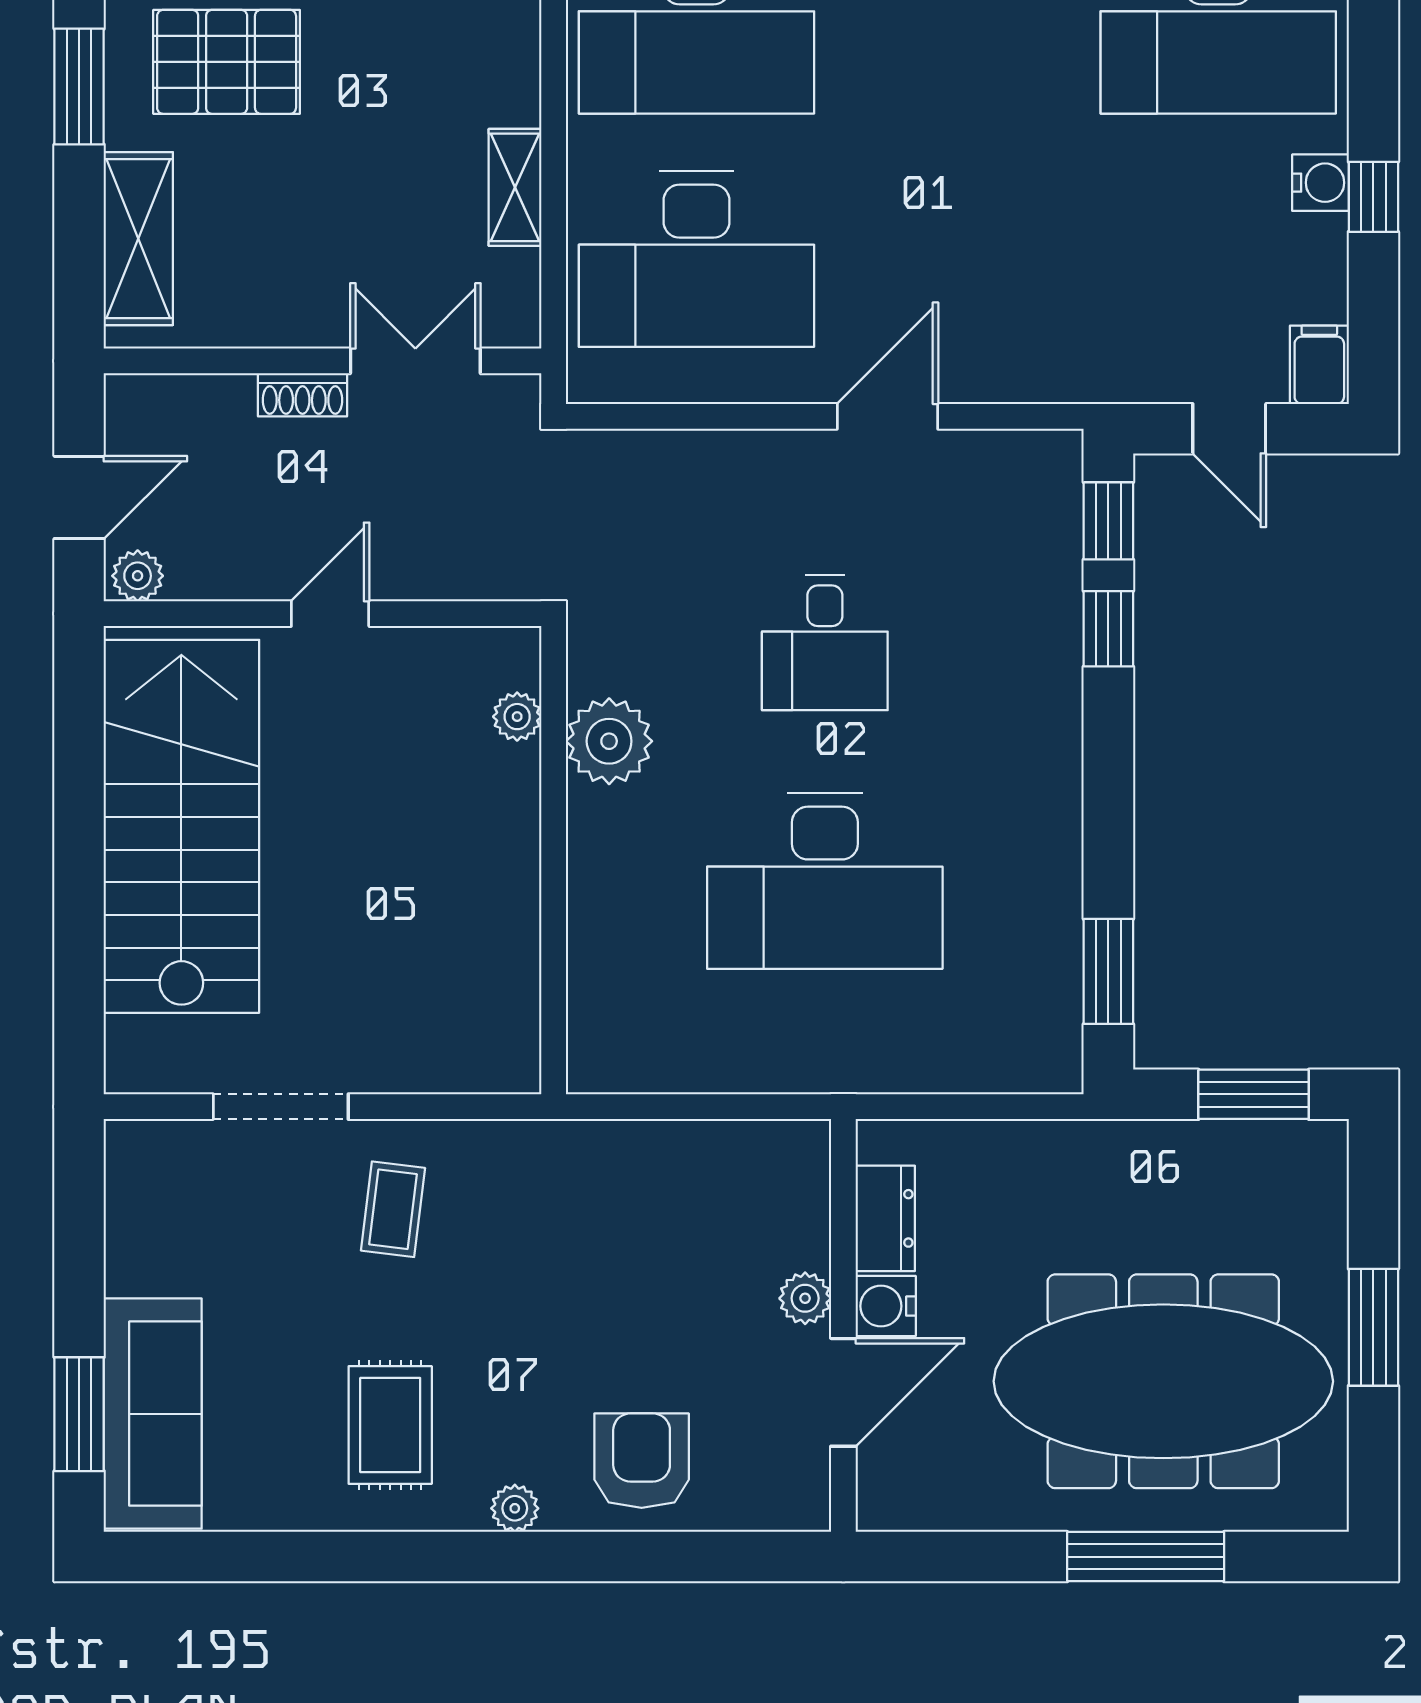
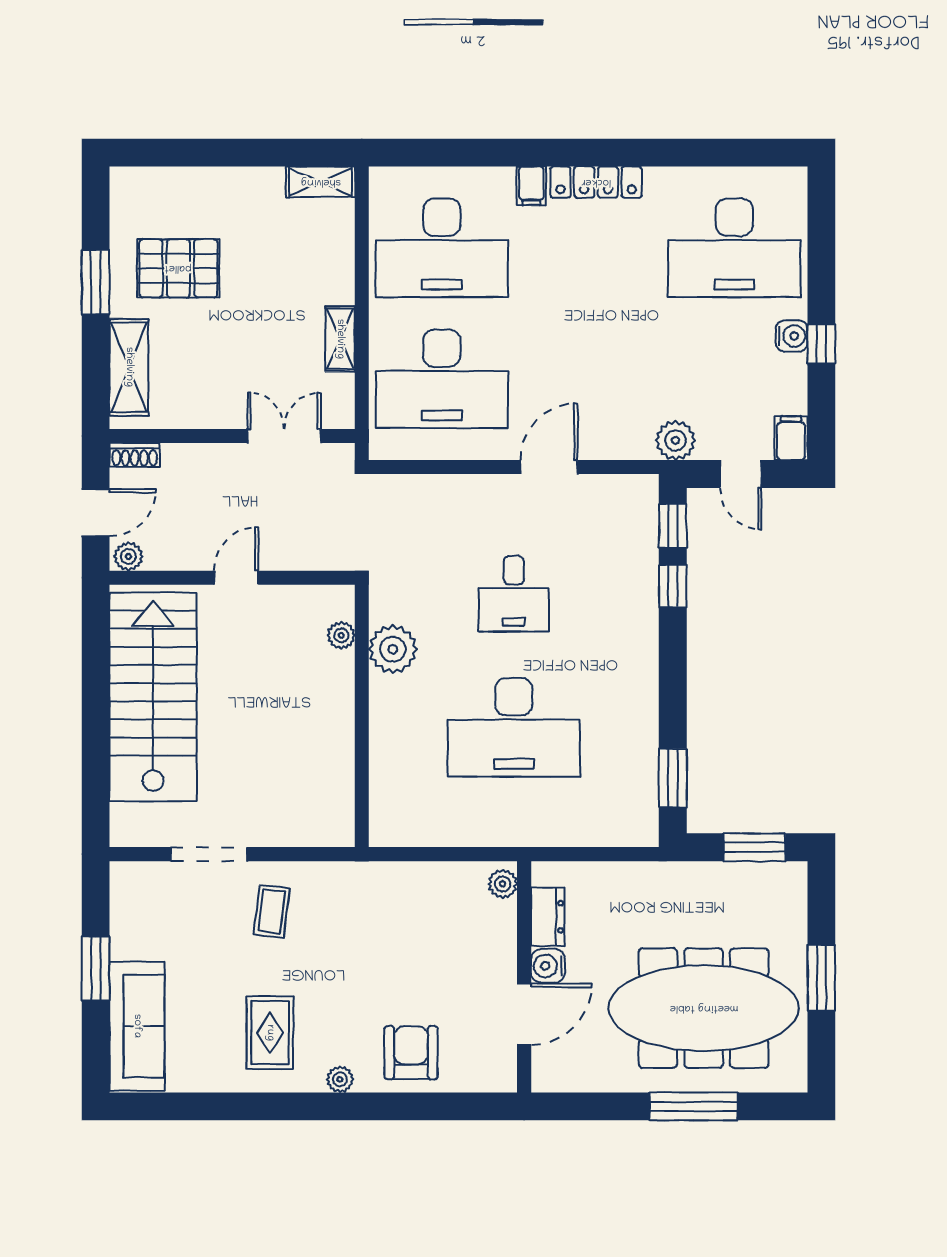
plant: (1113, 369) -> (675, 440), added
shoe rack: (302, 395) -> (135, 455), moved
plant: (805, 1298) -> (503, 884), moved
window: (79, 1414) -> (96, 968), moved

